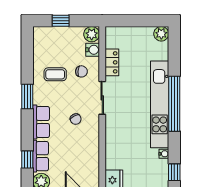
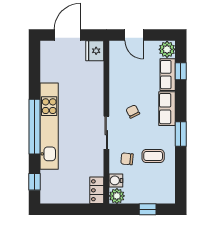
plant: (161, 34) -> (48, 196), removed
locker: (112, 62) -> (97, 190), moved
water cooler: (164, 154) -> (45, 77), removed
window: (174, 172) -> (35, 182), moved

